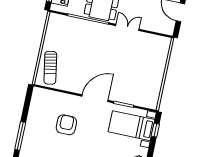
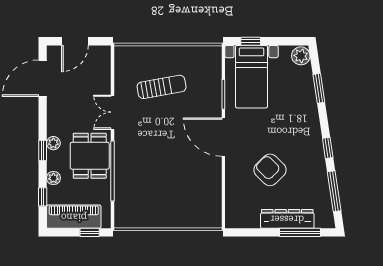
sun lounger: (50, 68) -> (162, 87), moved
armchair: (66, 125) -> (270, 170), turned 45
dresser: (31, 129) -> (287, 219), added

